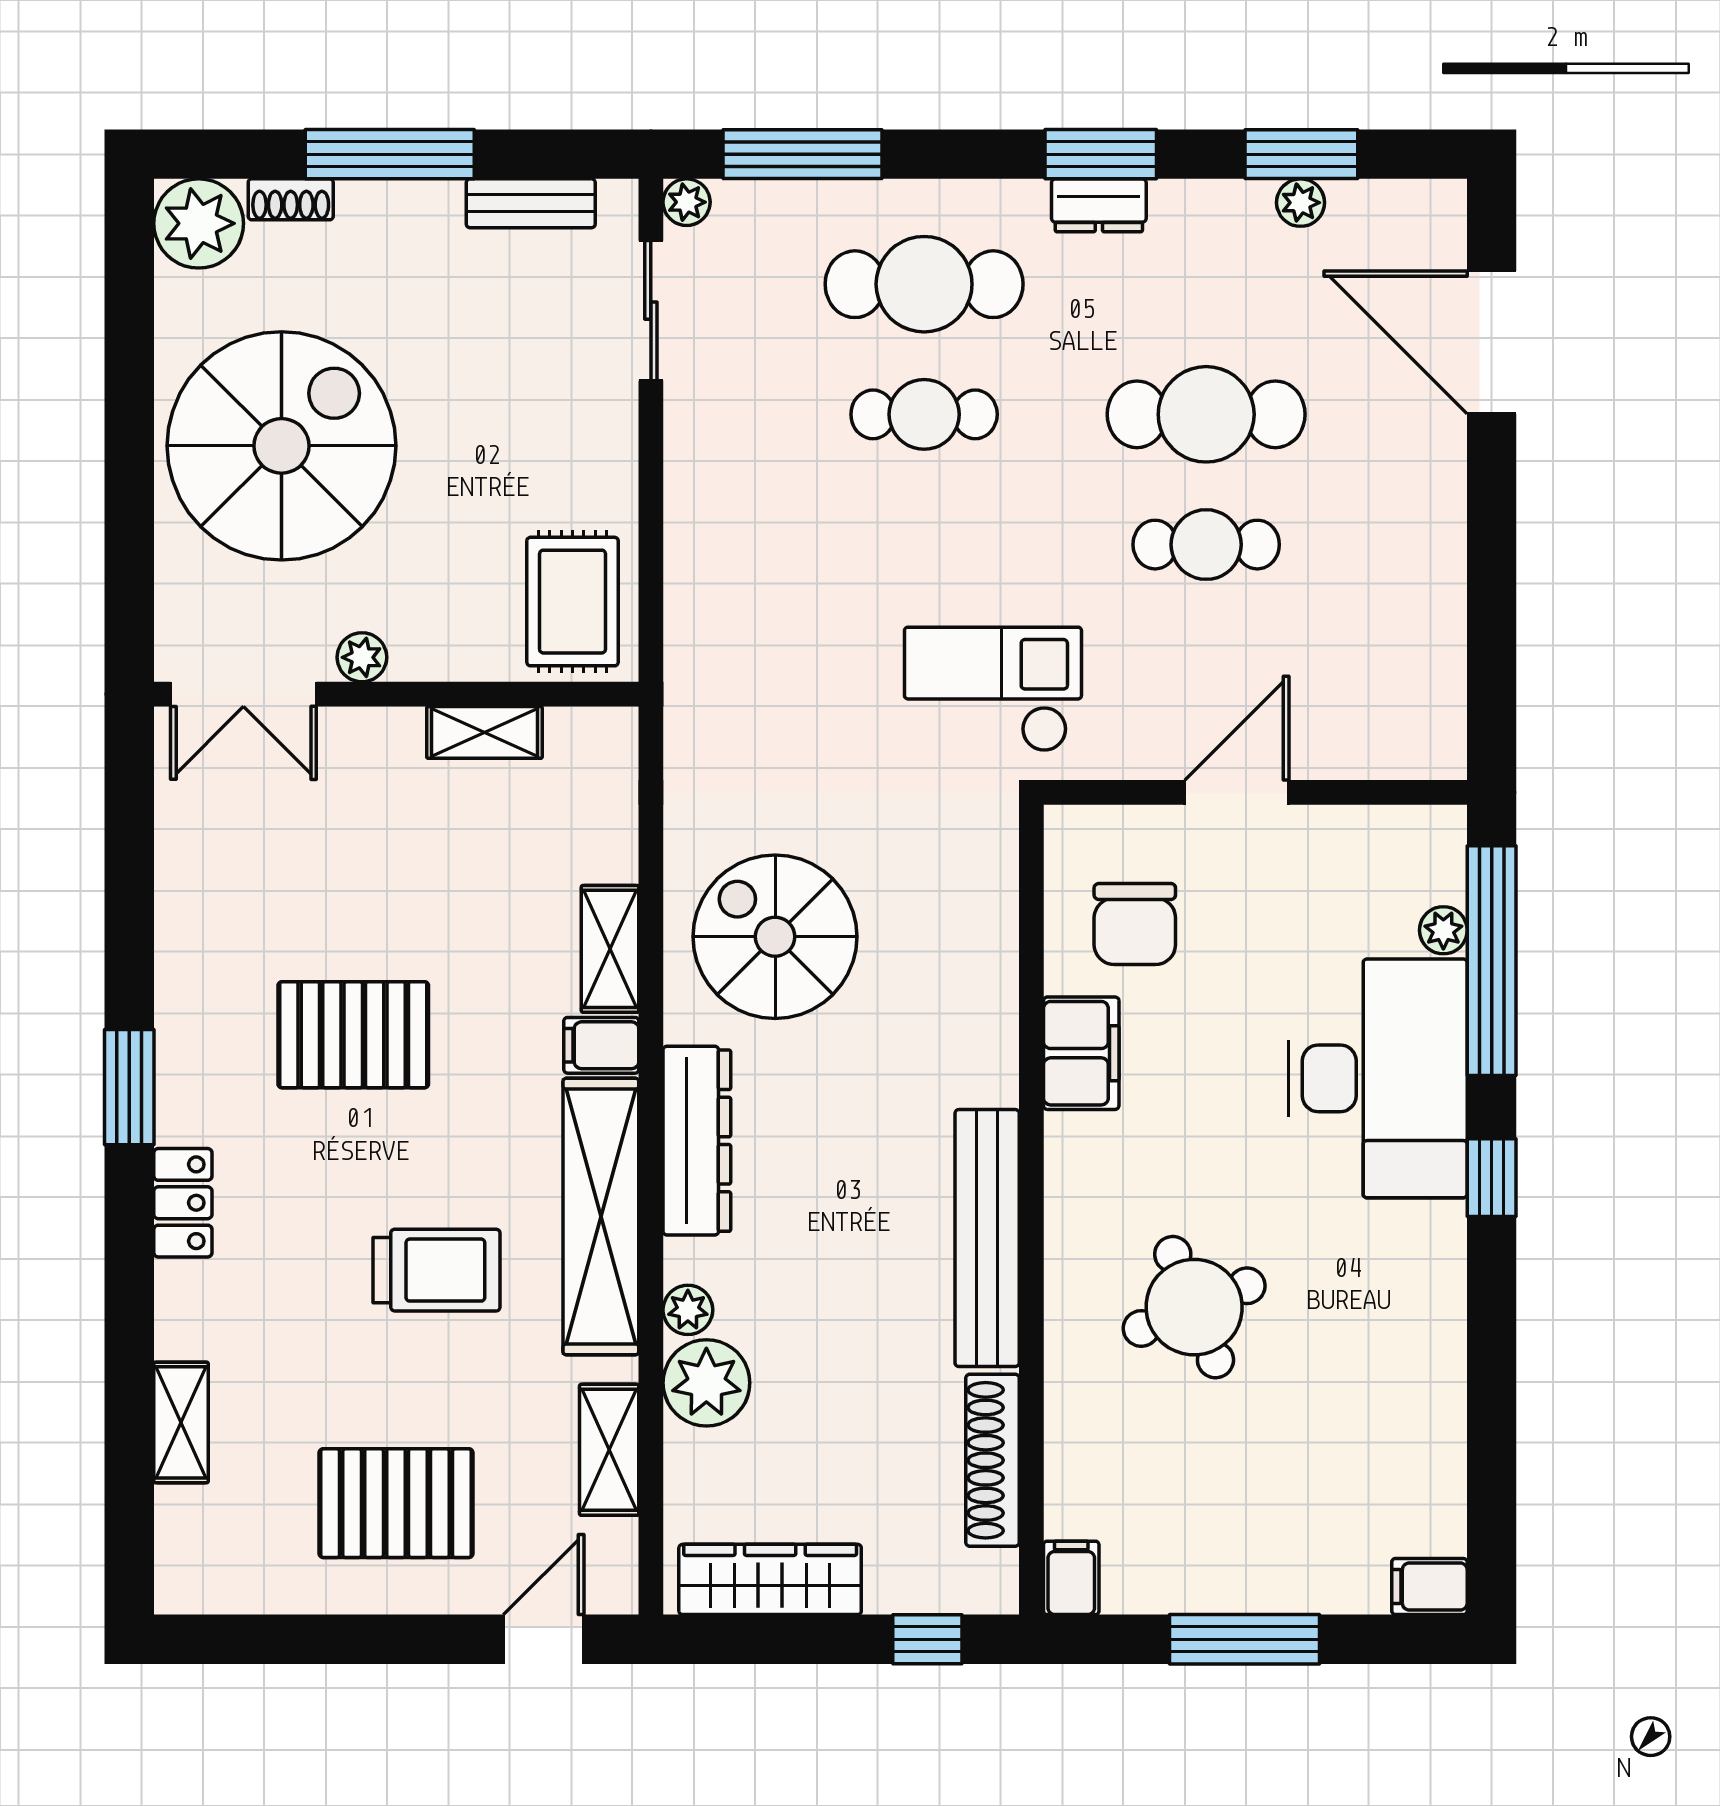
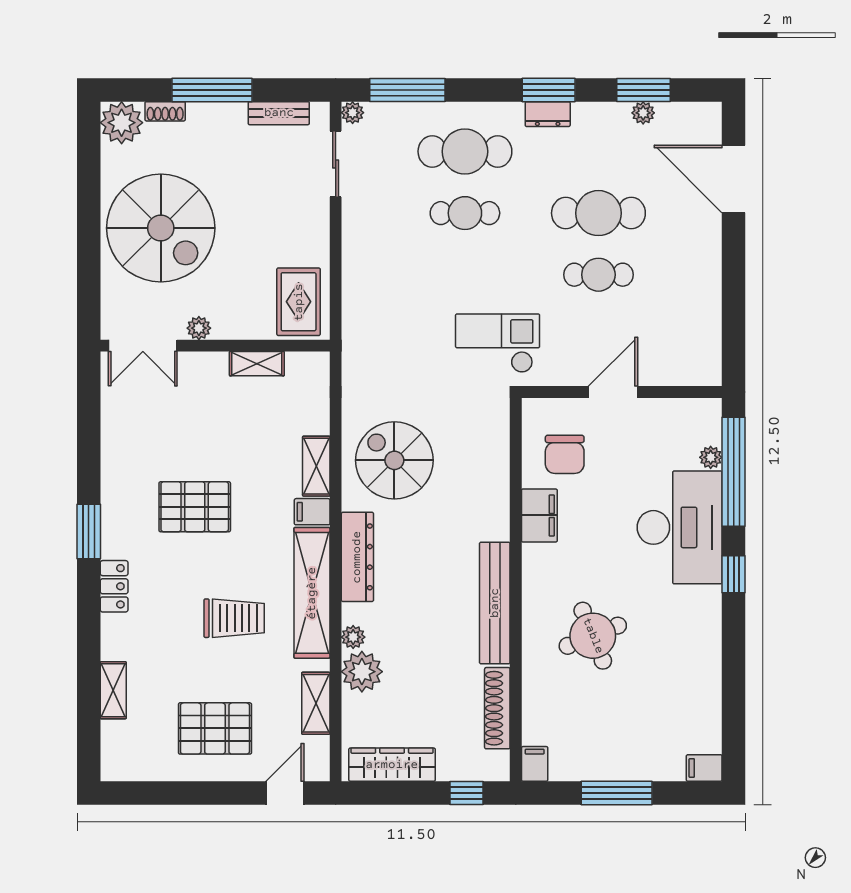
spiral stairs: (282, 446) -> (161, 228), turned 90

